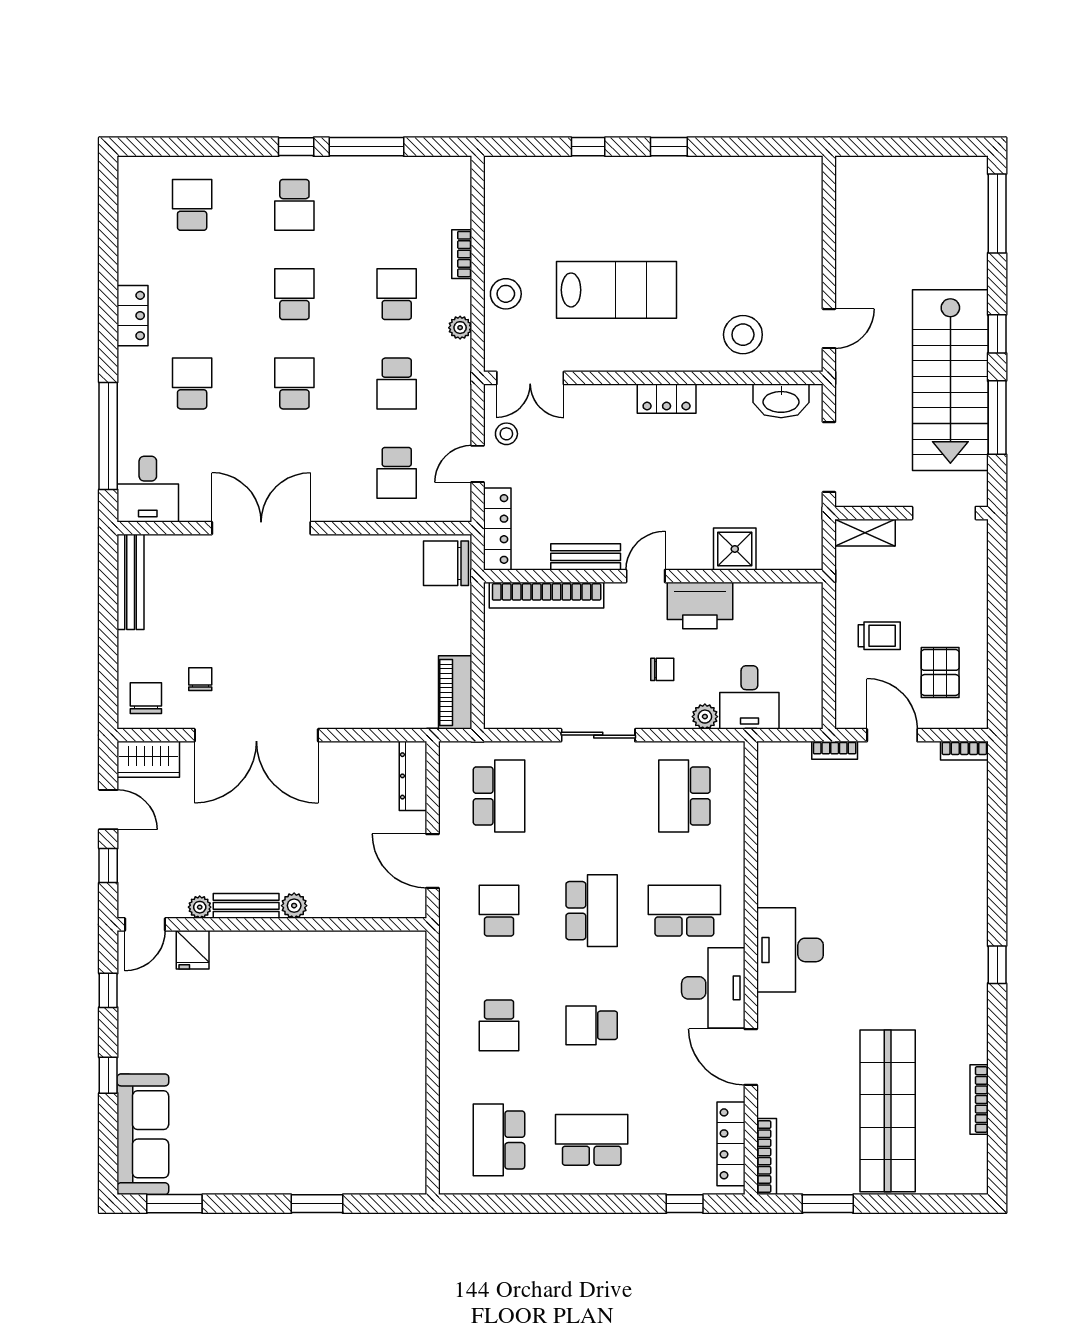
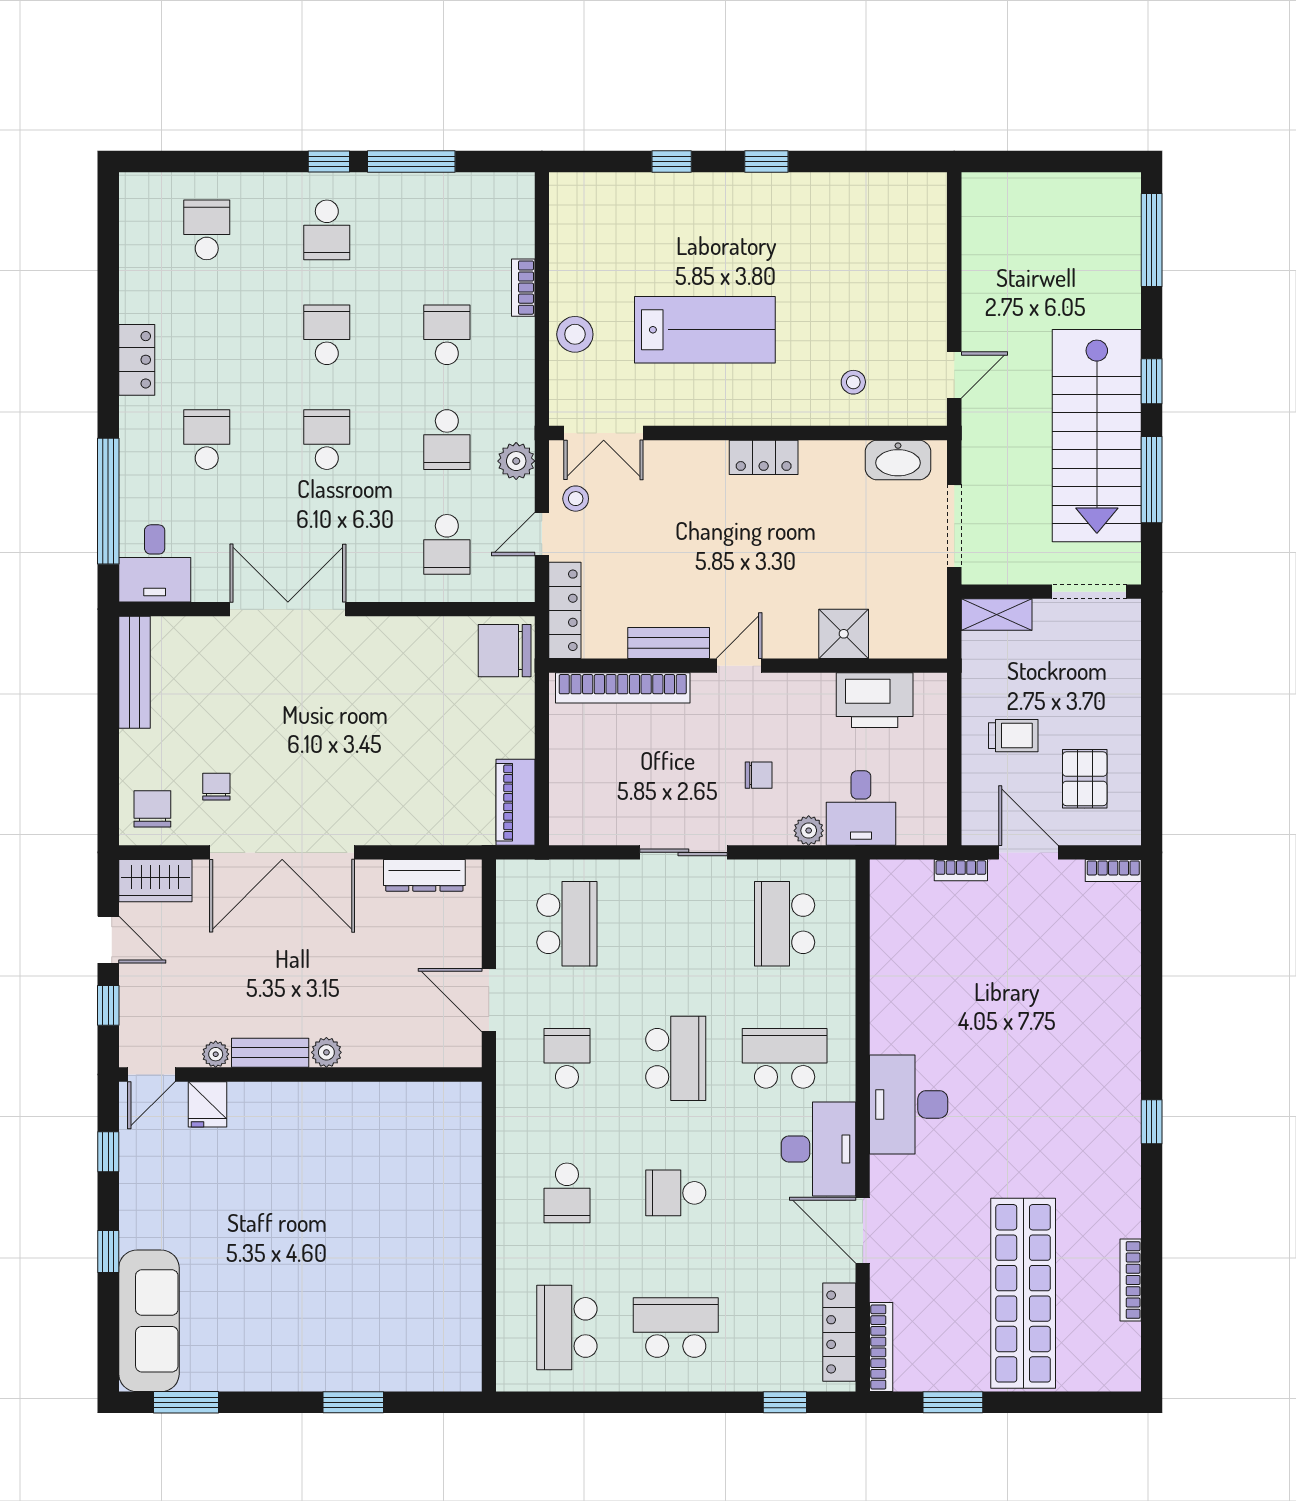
plant: (460, 328) -> (516, 461), moved, width x1.38, depth x1.38
stool: (743, 335) -> (853, 382), width x0.53, depth x0.53
printer: (700, 606) -> (875, 700), moved
dresser: (413, 776) -> (424, 875), moved, turned -90

